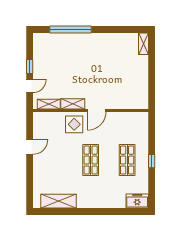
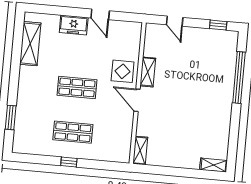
window: (30, 67) -> (218, 25), moved
shelving: (49, 104) -> (140, 150), moved
freezer: (137, 201) -> (74, 25), moved, turned 90
window: (120, 212) -> (11, 118), added

